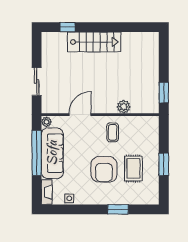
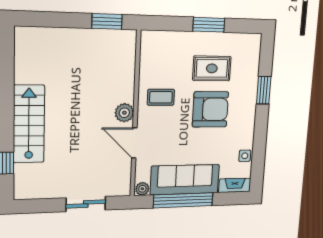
plant: (124, 107) -> (124, 113), moved

